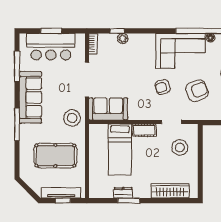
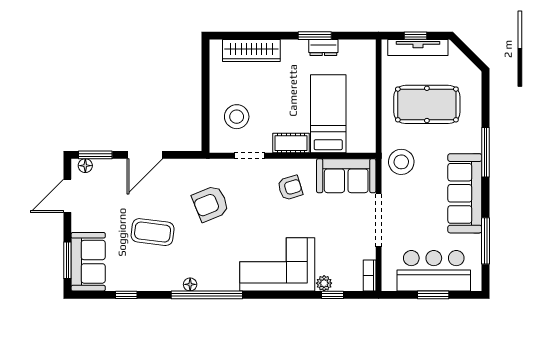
corner sofa: (181, 51) -> (277, 264), moved
armchair: (163, 87) -> (290, 188), moved

